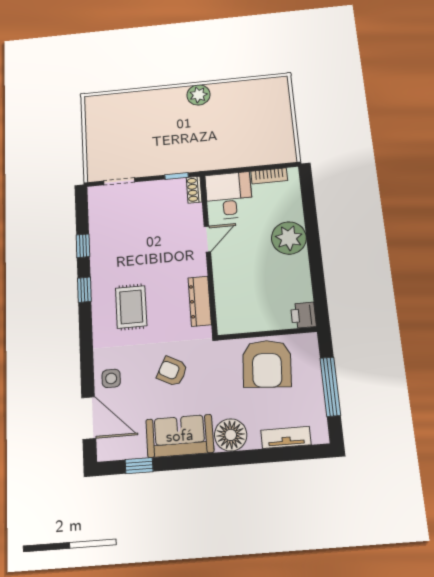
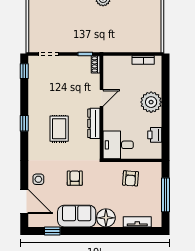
desk: (229, 196) -> (118, 145), moved, turned -90
window: (83, 246) -> (24, 71), moved
dresser: (200, 301) -> (94, 123), moved
rug: (131, 307) -> (59, 129), moved
printer: (303, 315) -> (155, 135), moved
armchair: (267, 364) -> (130, 178), width x0.53, depth x0.53
armchair: (172, 371) -> (75, 178), turned 63

